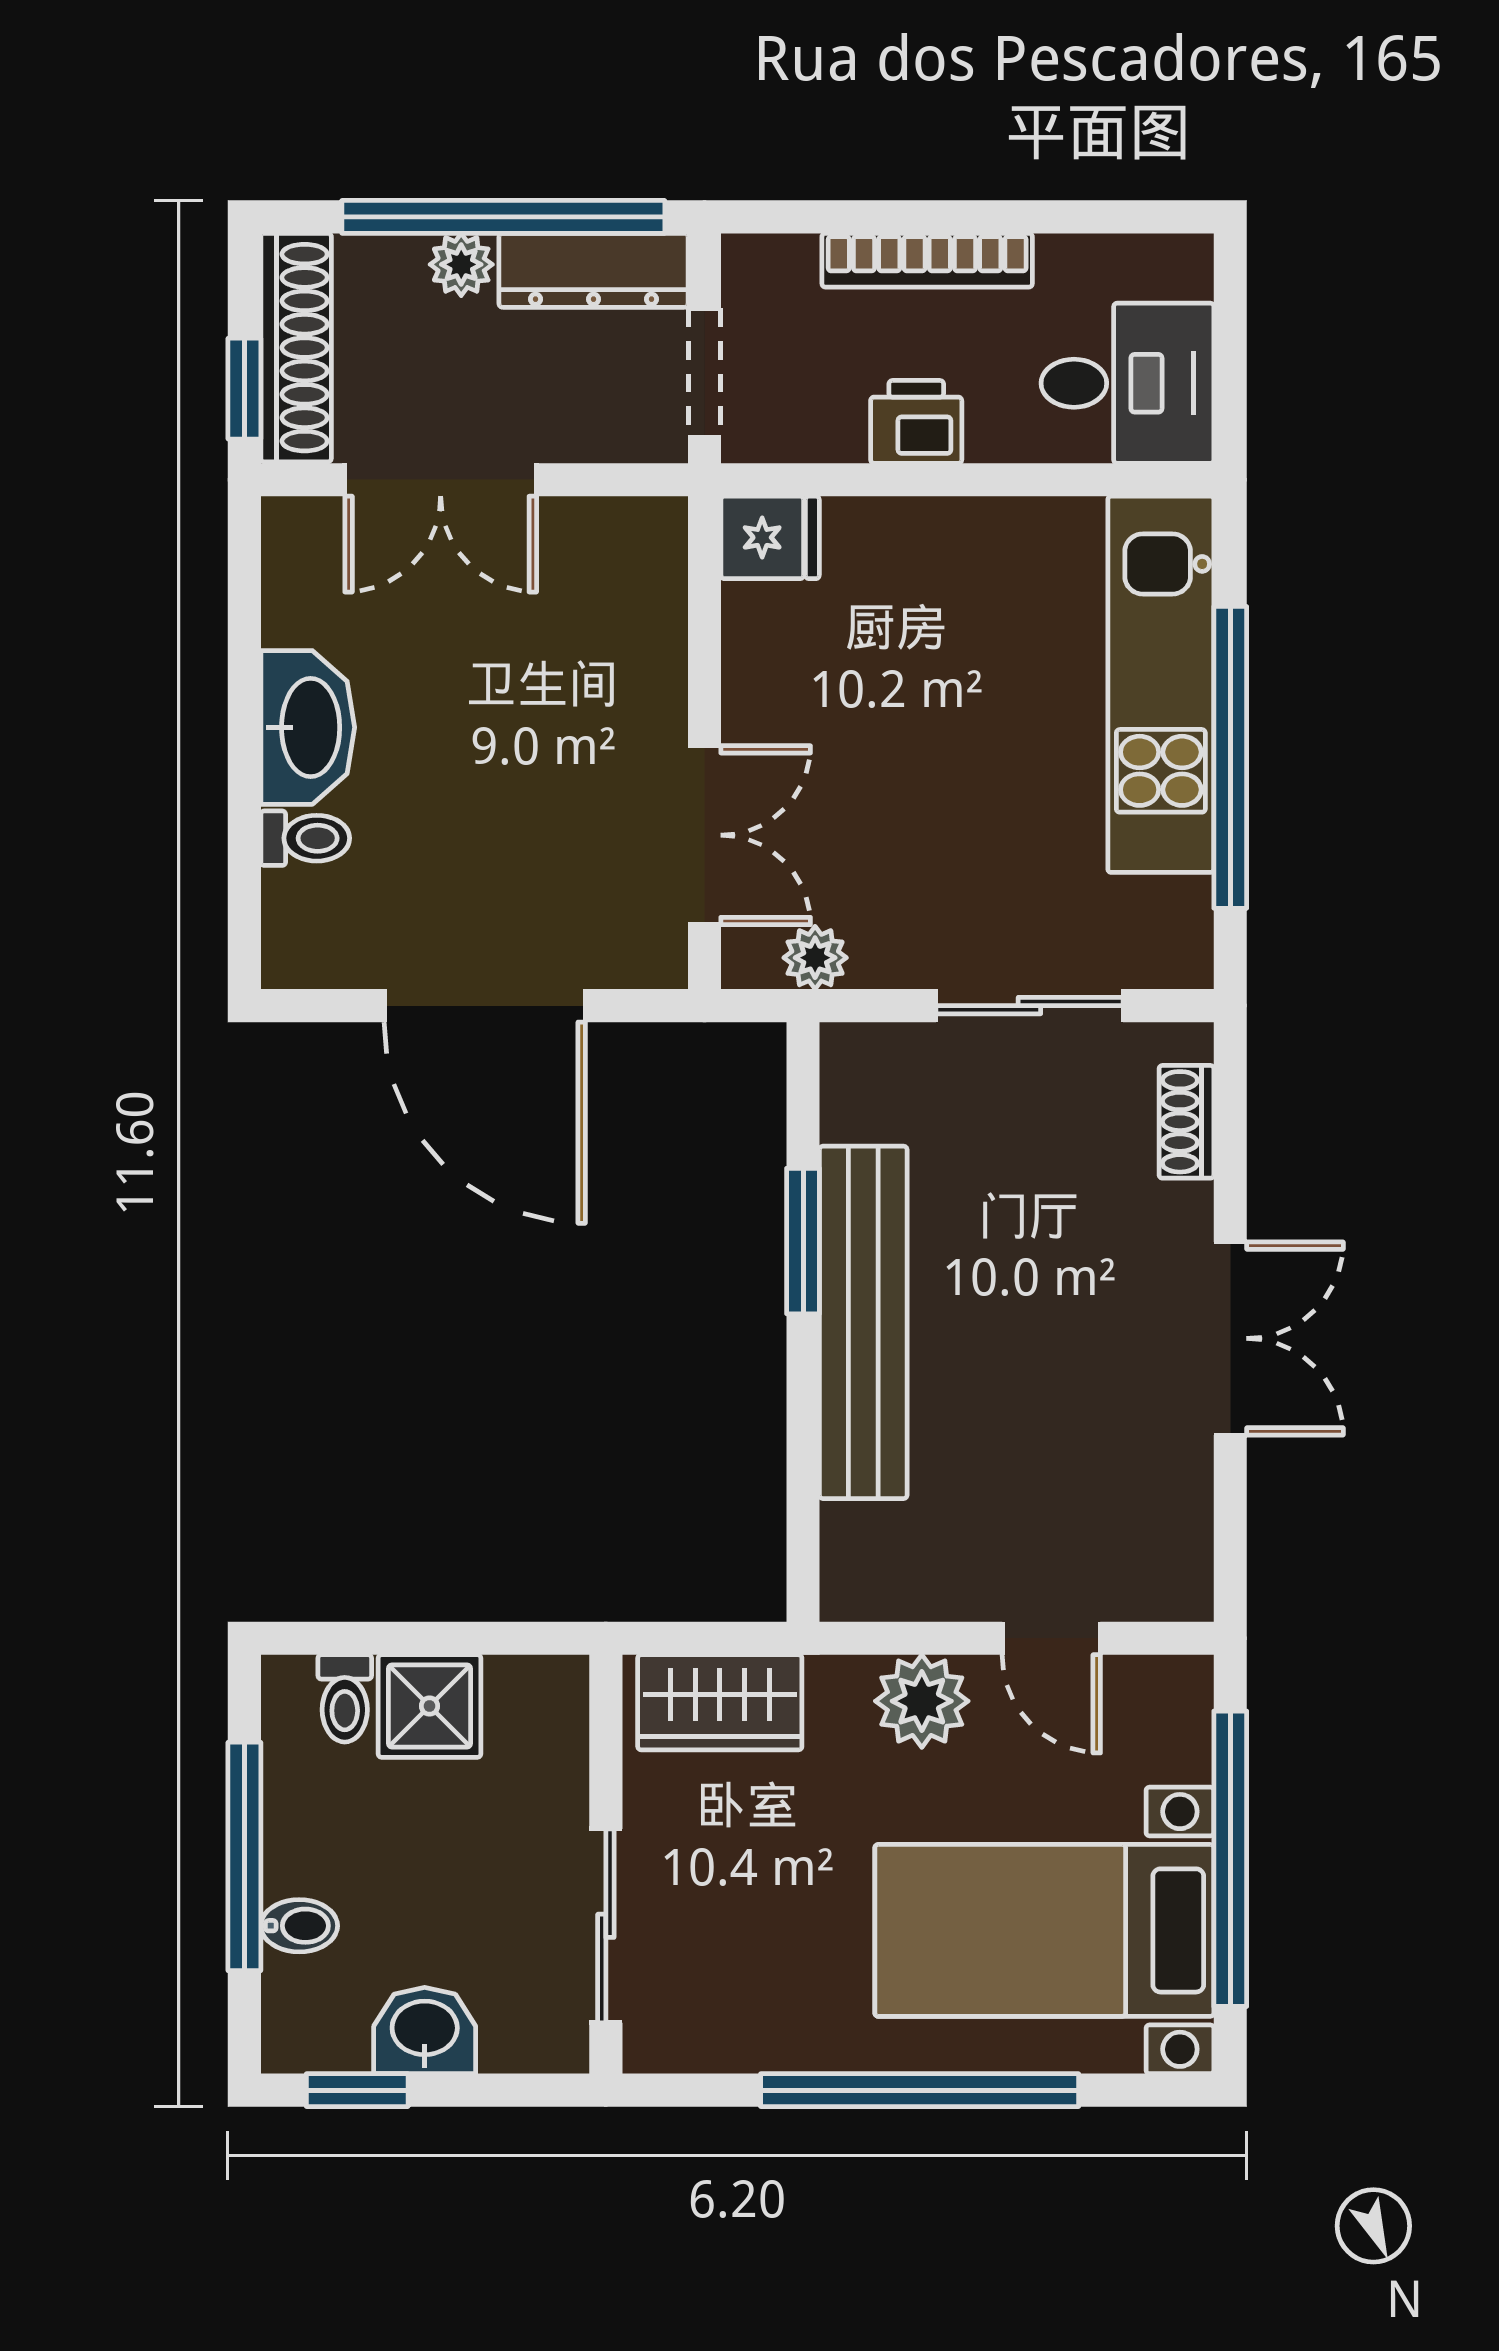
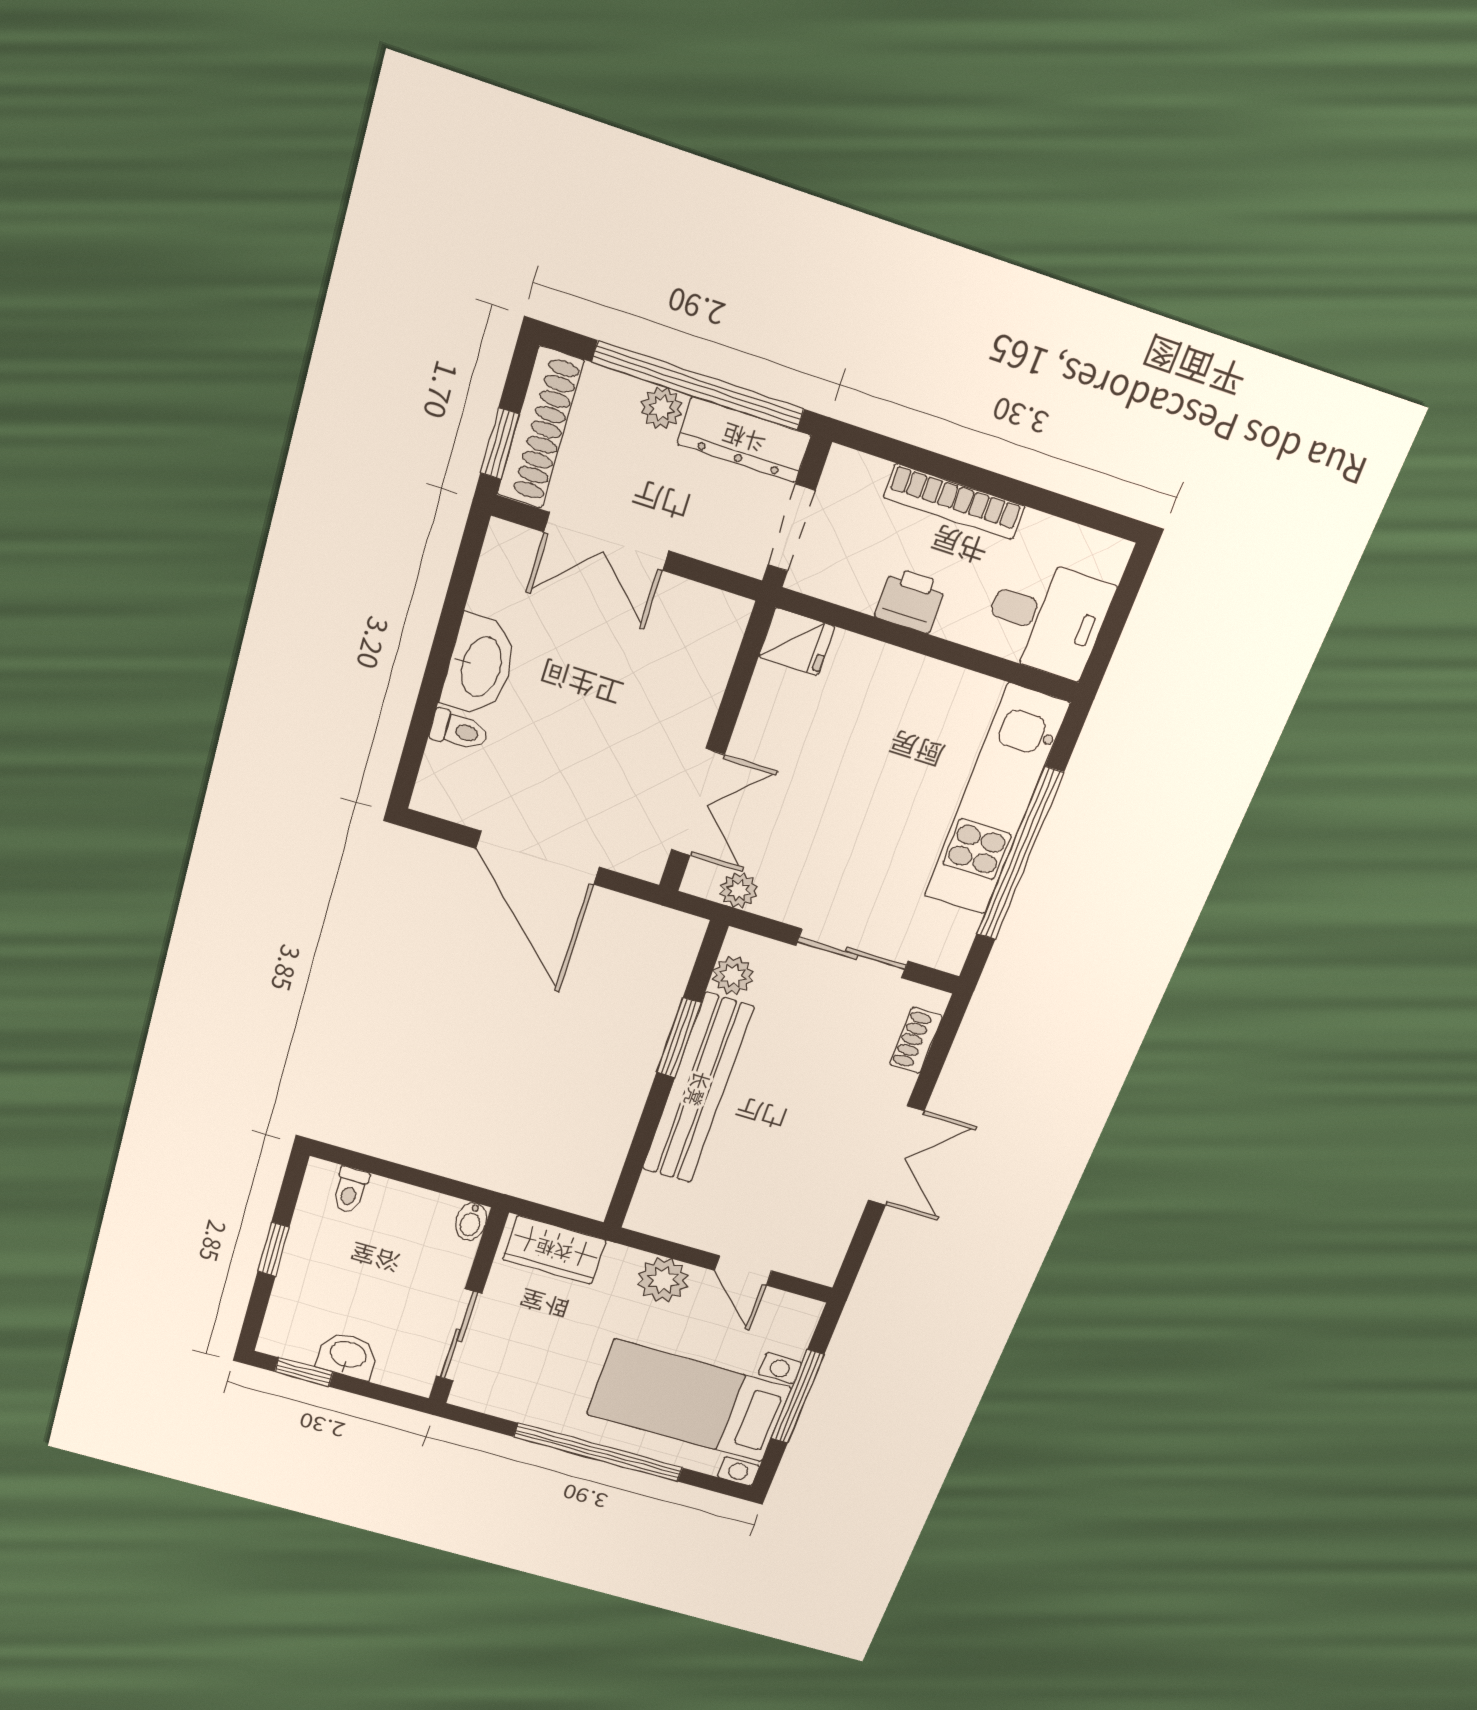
plant: (854, 1105) -> (733, 976), added
shower: (429, 1706) -> (396, 1207), removed
window: (244, 1856) -> (273, 1249), width x0.46
window: (1230, 1859) -> (797, 1396), width x0.68
bidet: (299, 1926) -> (471, 1222), moved, turned 90

